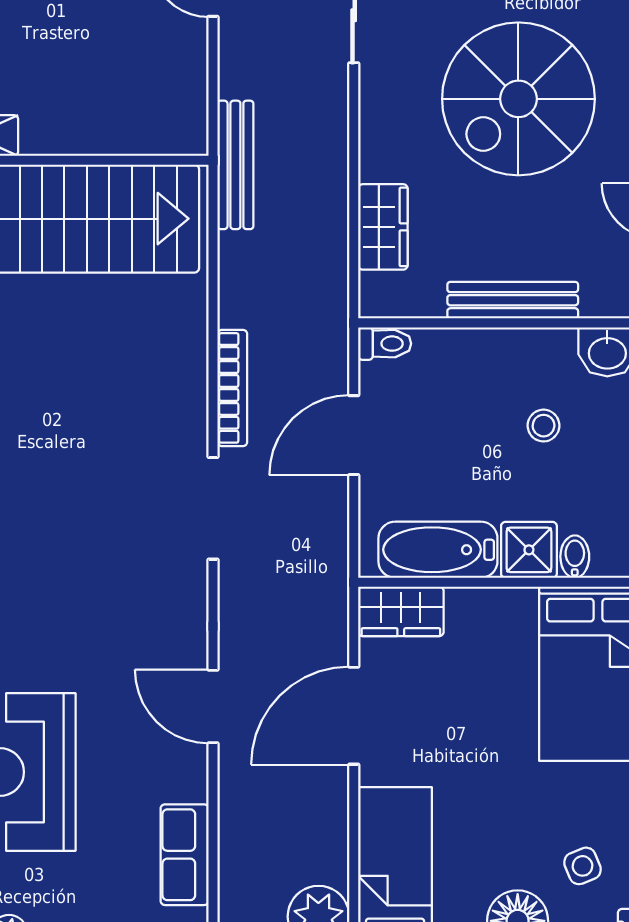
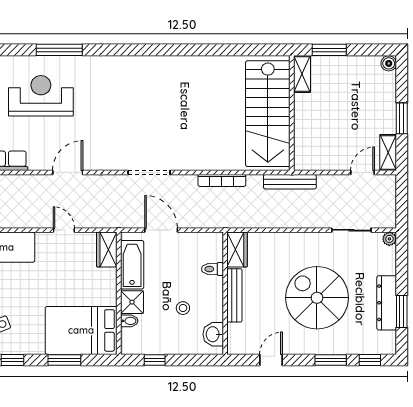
wardrobe: (383, 227) -> (237, 250), moved, turned -90
toilet: (385, 344) -> (212, 269), moved, turned 90
bookcase: (232, 388) -> (222, 180), moved
door: (354, 435) -> (161, 230), moved
door: (354, 716) -> (64, 230), width x0.53

